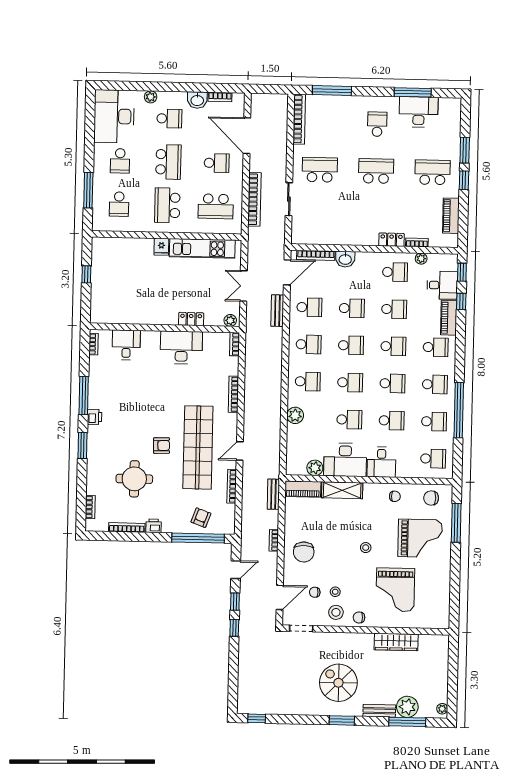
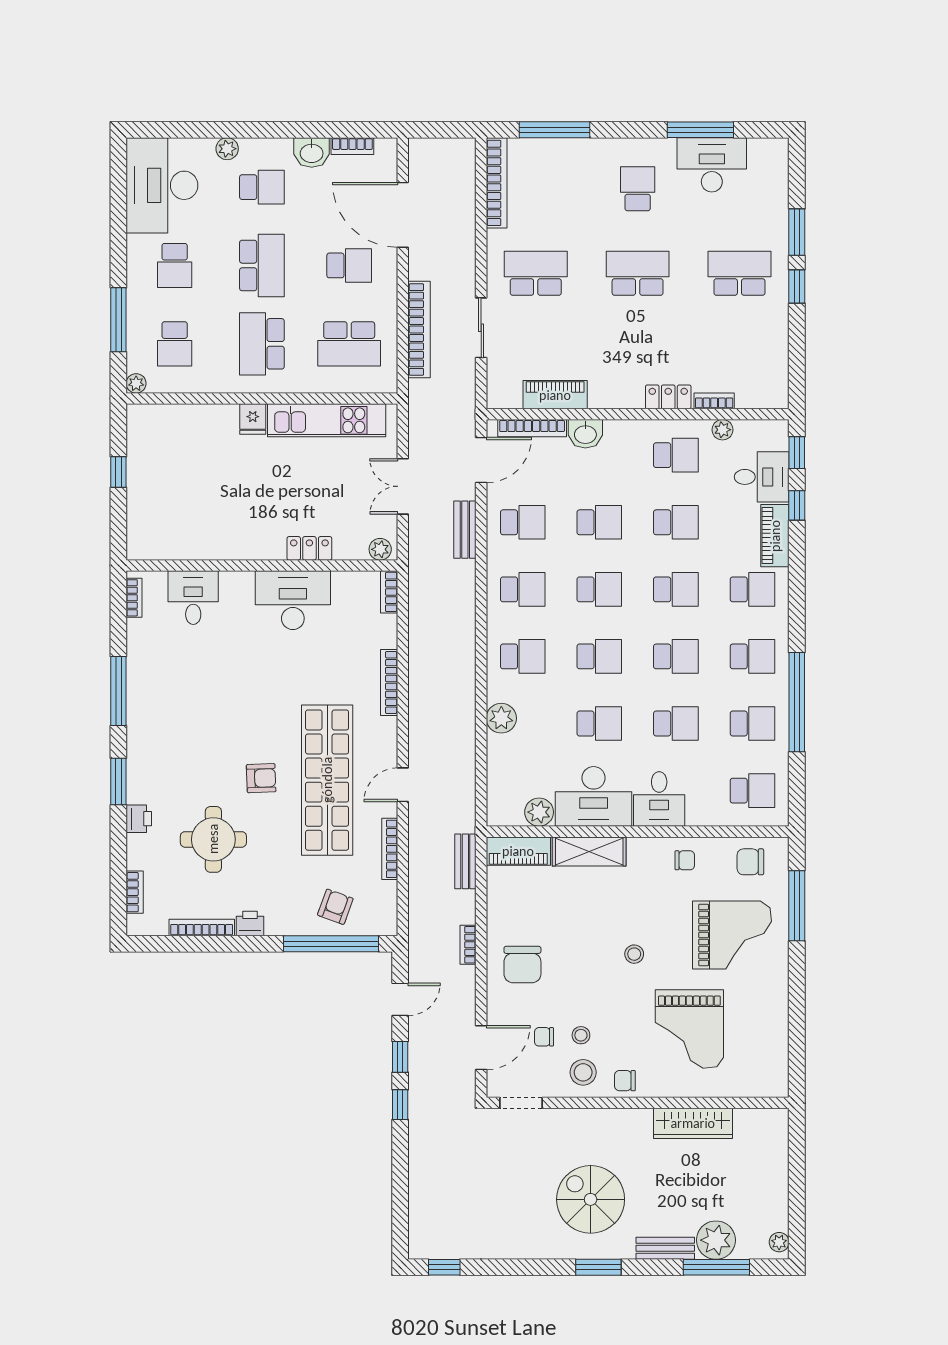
piano: (451, 216) -> (555, 395), moved, turned 90
plant: (97, 226) -> (136, 383), added
printer: (94, 417) -> (139, 819), moved

